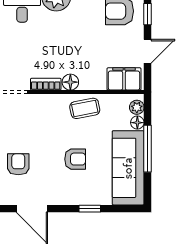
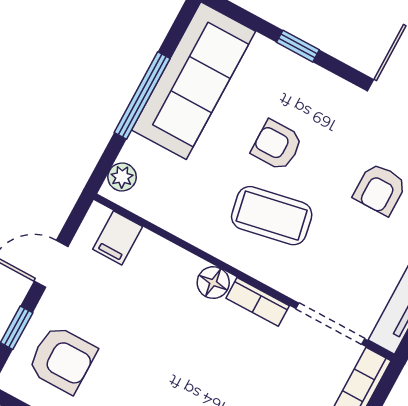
filing cabinet: (124, 79) -> (118, 238), width x0.50
coffee table: (85, 108) -> (272, 216), moved, width x1.36, depth x1.30
floor lamp: (137, 123) -> (135, 150), removed

